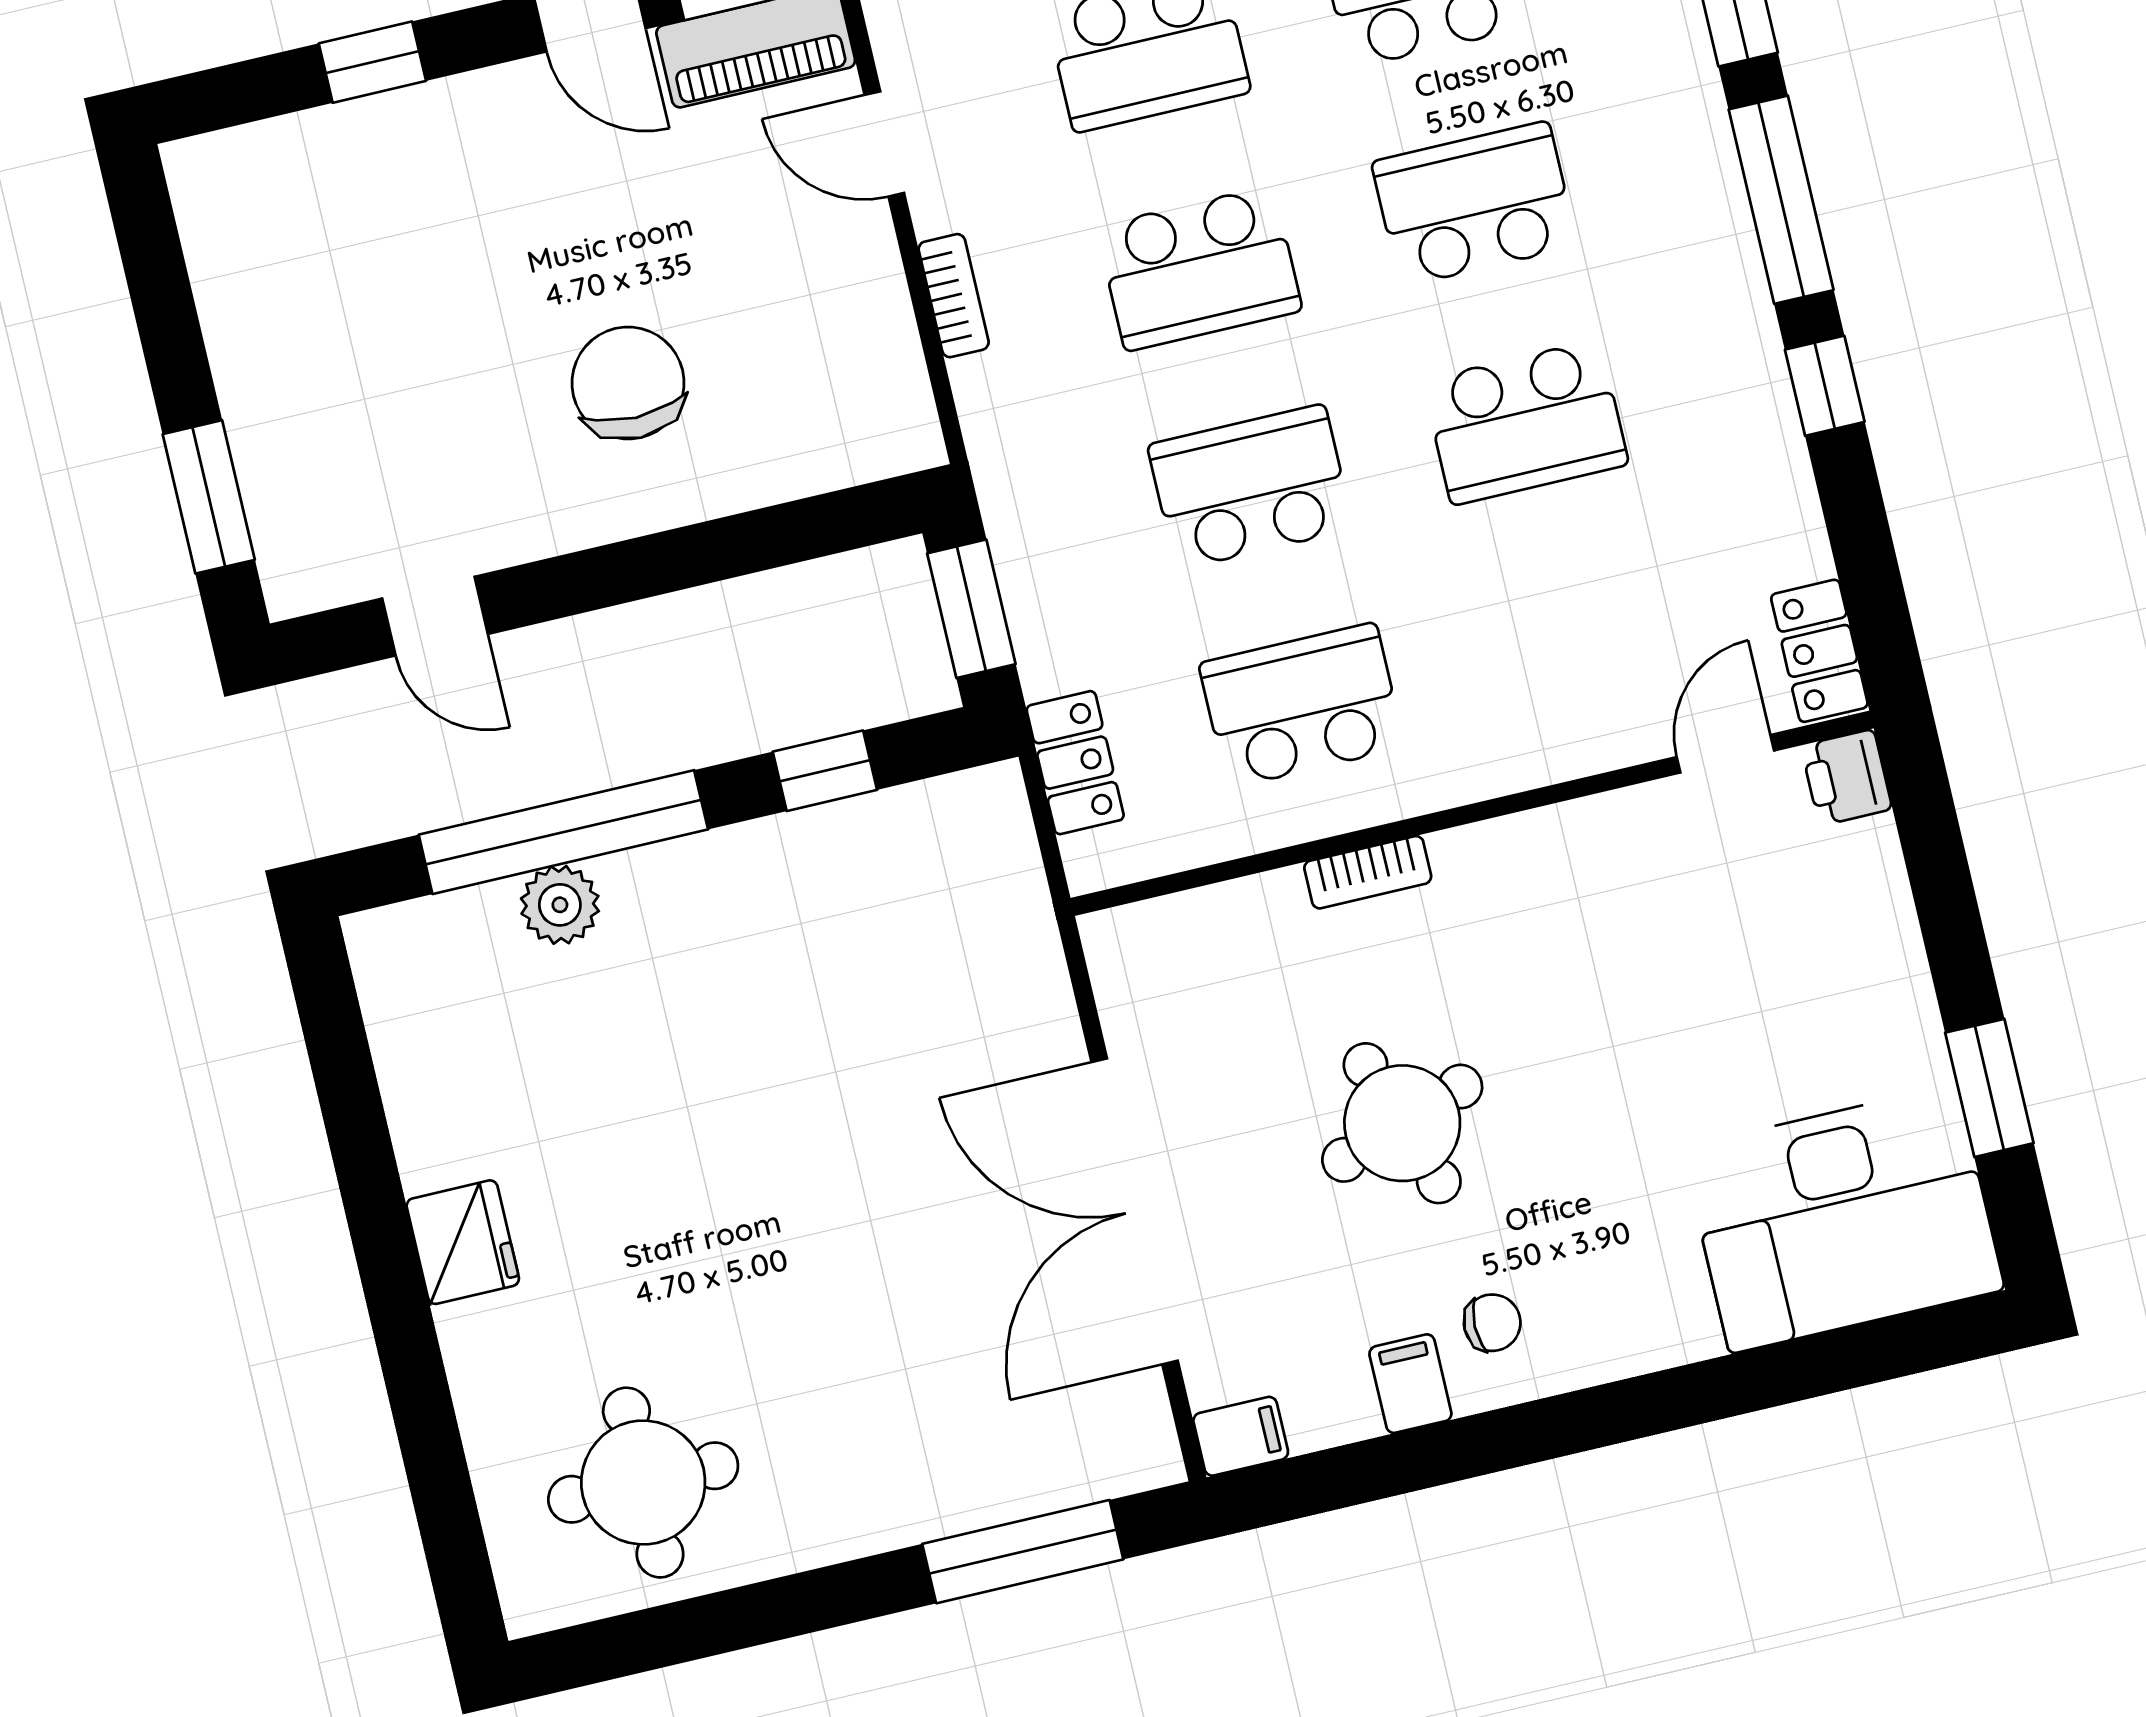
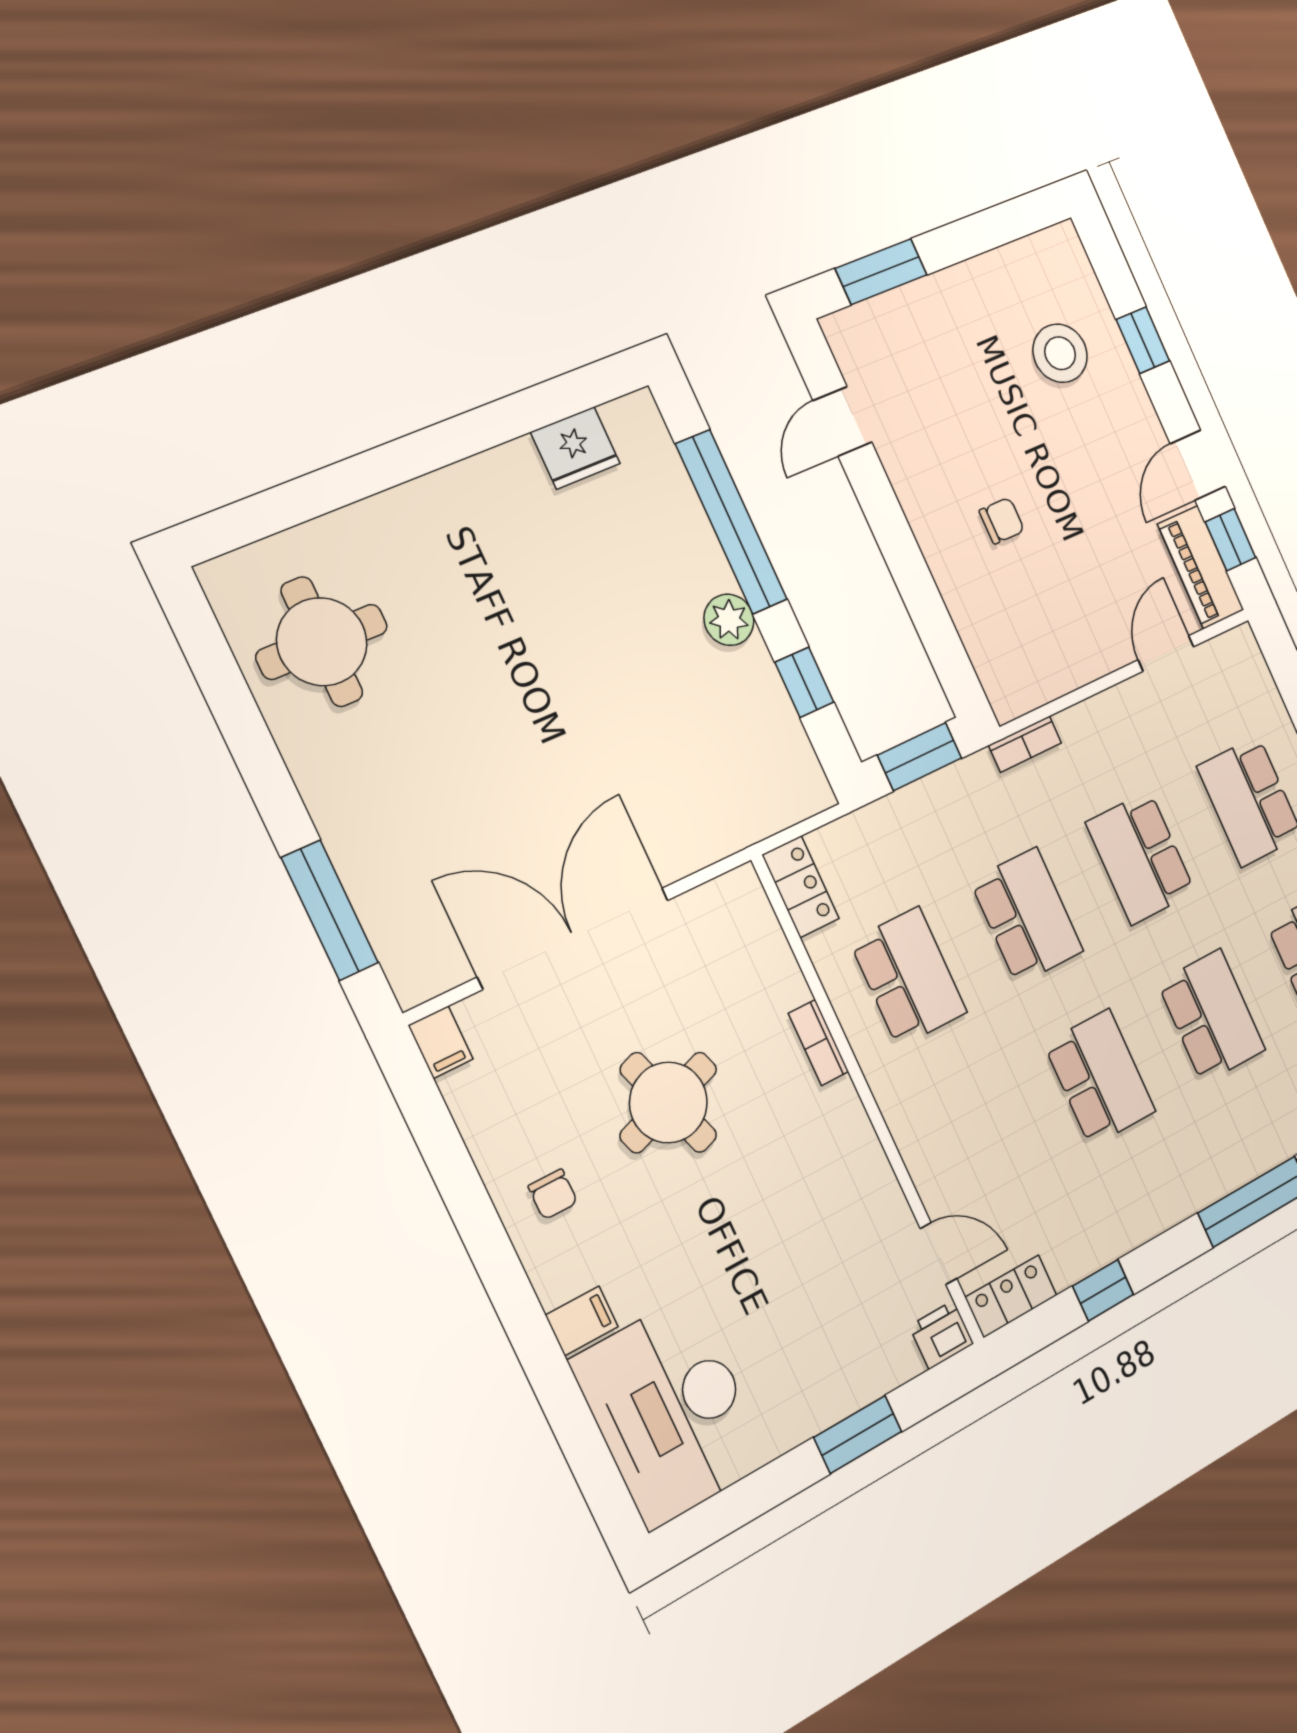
stool: (375, 217) -> (1060, 353), added
bookcase: (954, 296) -> (1025, 744), moved
chair: (628, 383) -> (1002, 521), width x0.54, depth x0.54
window: (1825, 386) -> (1103, 1290), moved
school desk: (1526, 422) -> (1100, 1078), turned 180
locker: (1075, 763) -> (801, 887), moved, turned -90
plant: (560, 905) -> (729, 620), moved
window: (1989, 1088) -> (858, 1434), moved
fridge: (463, 1242) -> (575, 448), moved
filing cabinet: (1410, 1384) -> (582, 1321), moved

